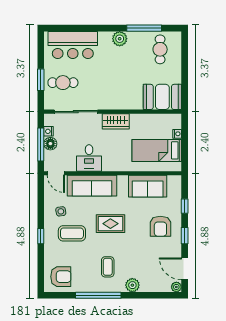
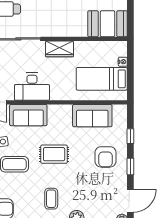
desk: (89, 158) -> (32, 87), width x1.37
sofa: (92, 186) -> (28, 115), width x0.73
door: (185, 269) -> (130, 201), swing flipped

